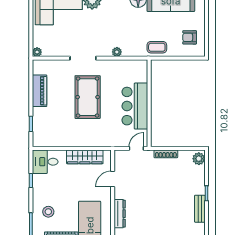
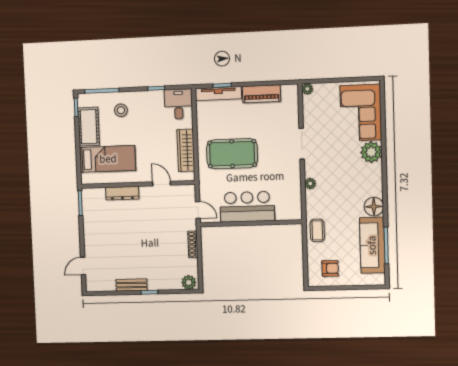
armchair: (190, 37) -> (330, 268), turned 90
pool table: (88, 97) -> (232, 154), moved
tv unit: (38, 127) -> (218, 94), added

